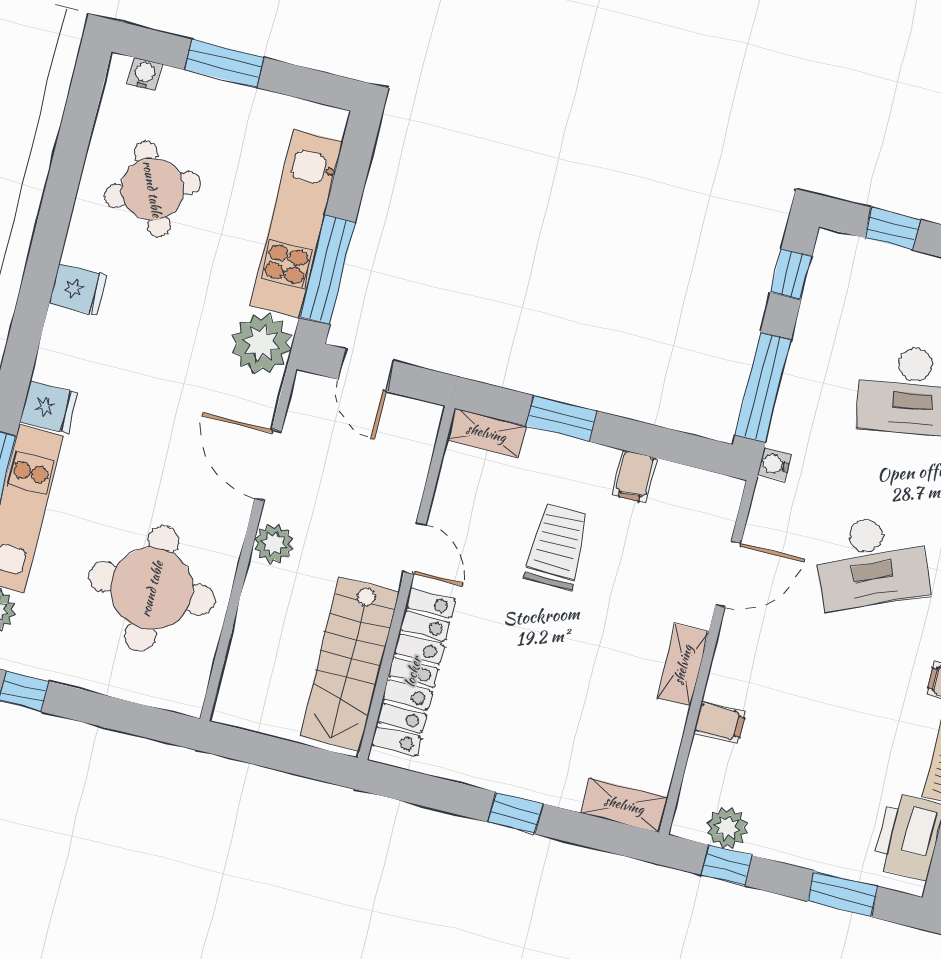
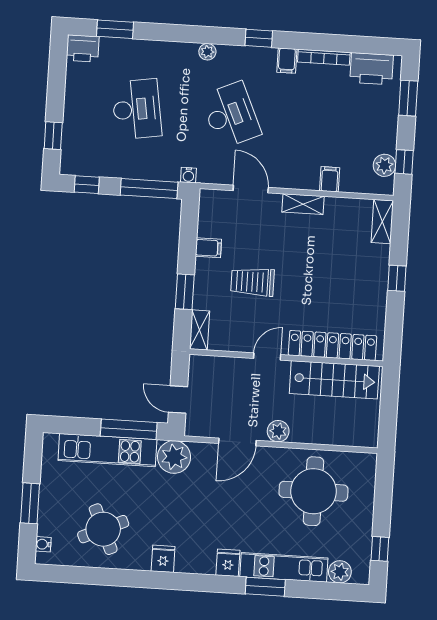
door: (366, 370) -> (178, 399), swing flipped

